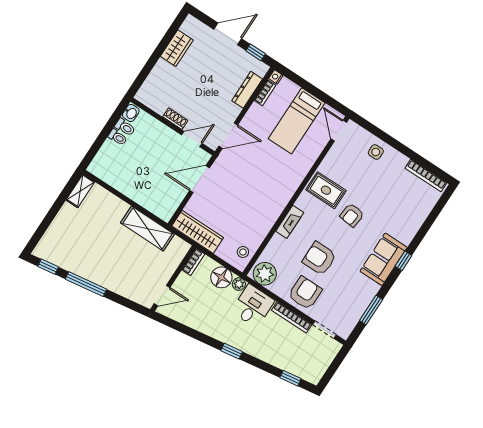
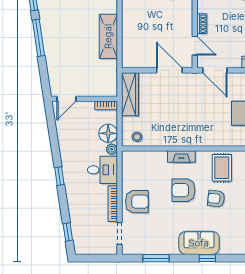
shelving: (147, 228) -> (108, 36), moved
armchair: (319, 258) -> (183, 190), moved, turned -90
plant: (265, 274) -> (132, 163), removed
door: (162, 296) -> (67, 99), hinge flipped

